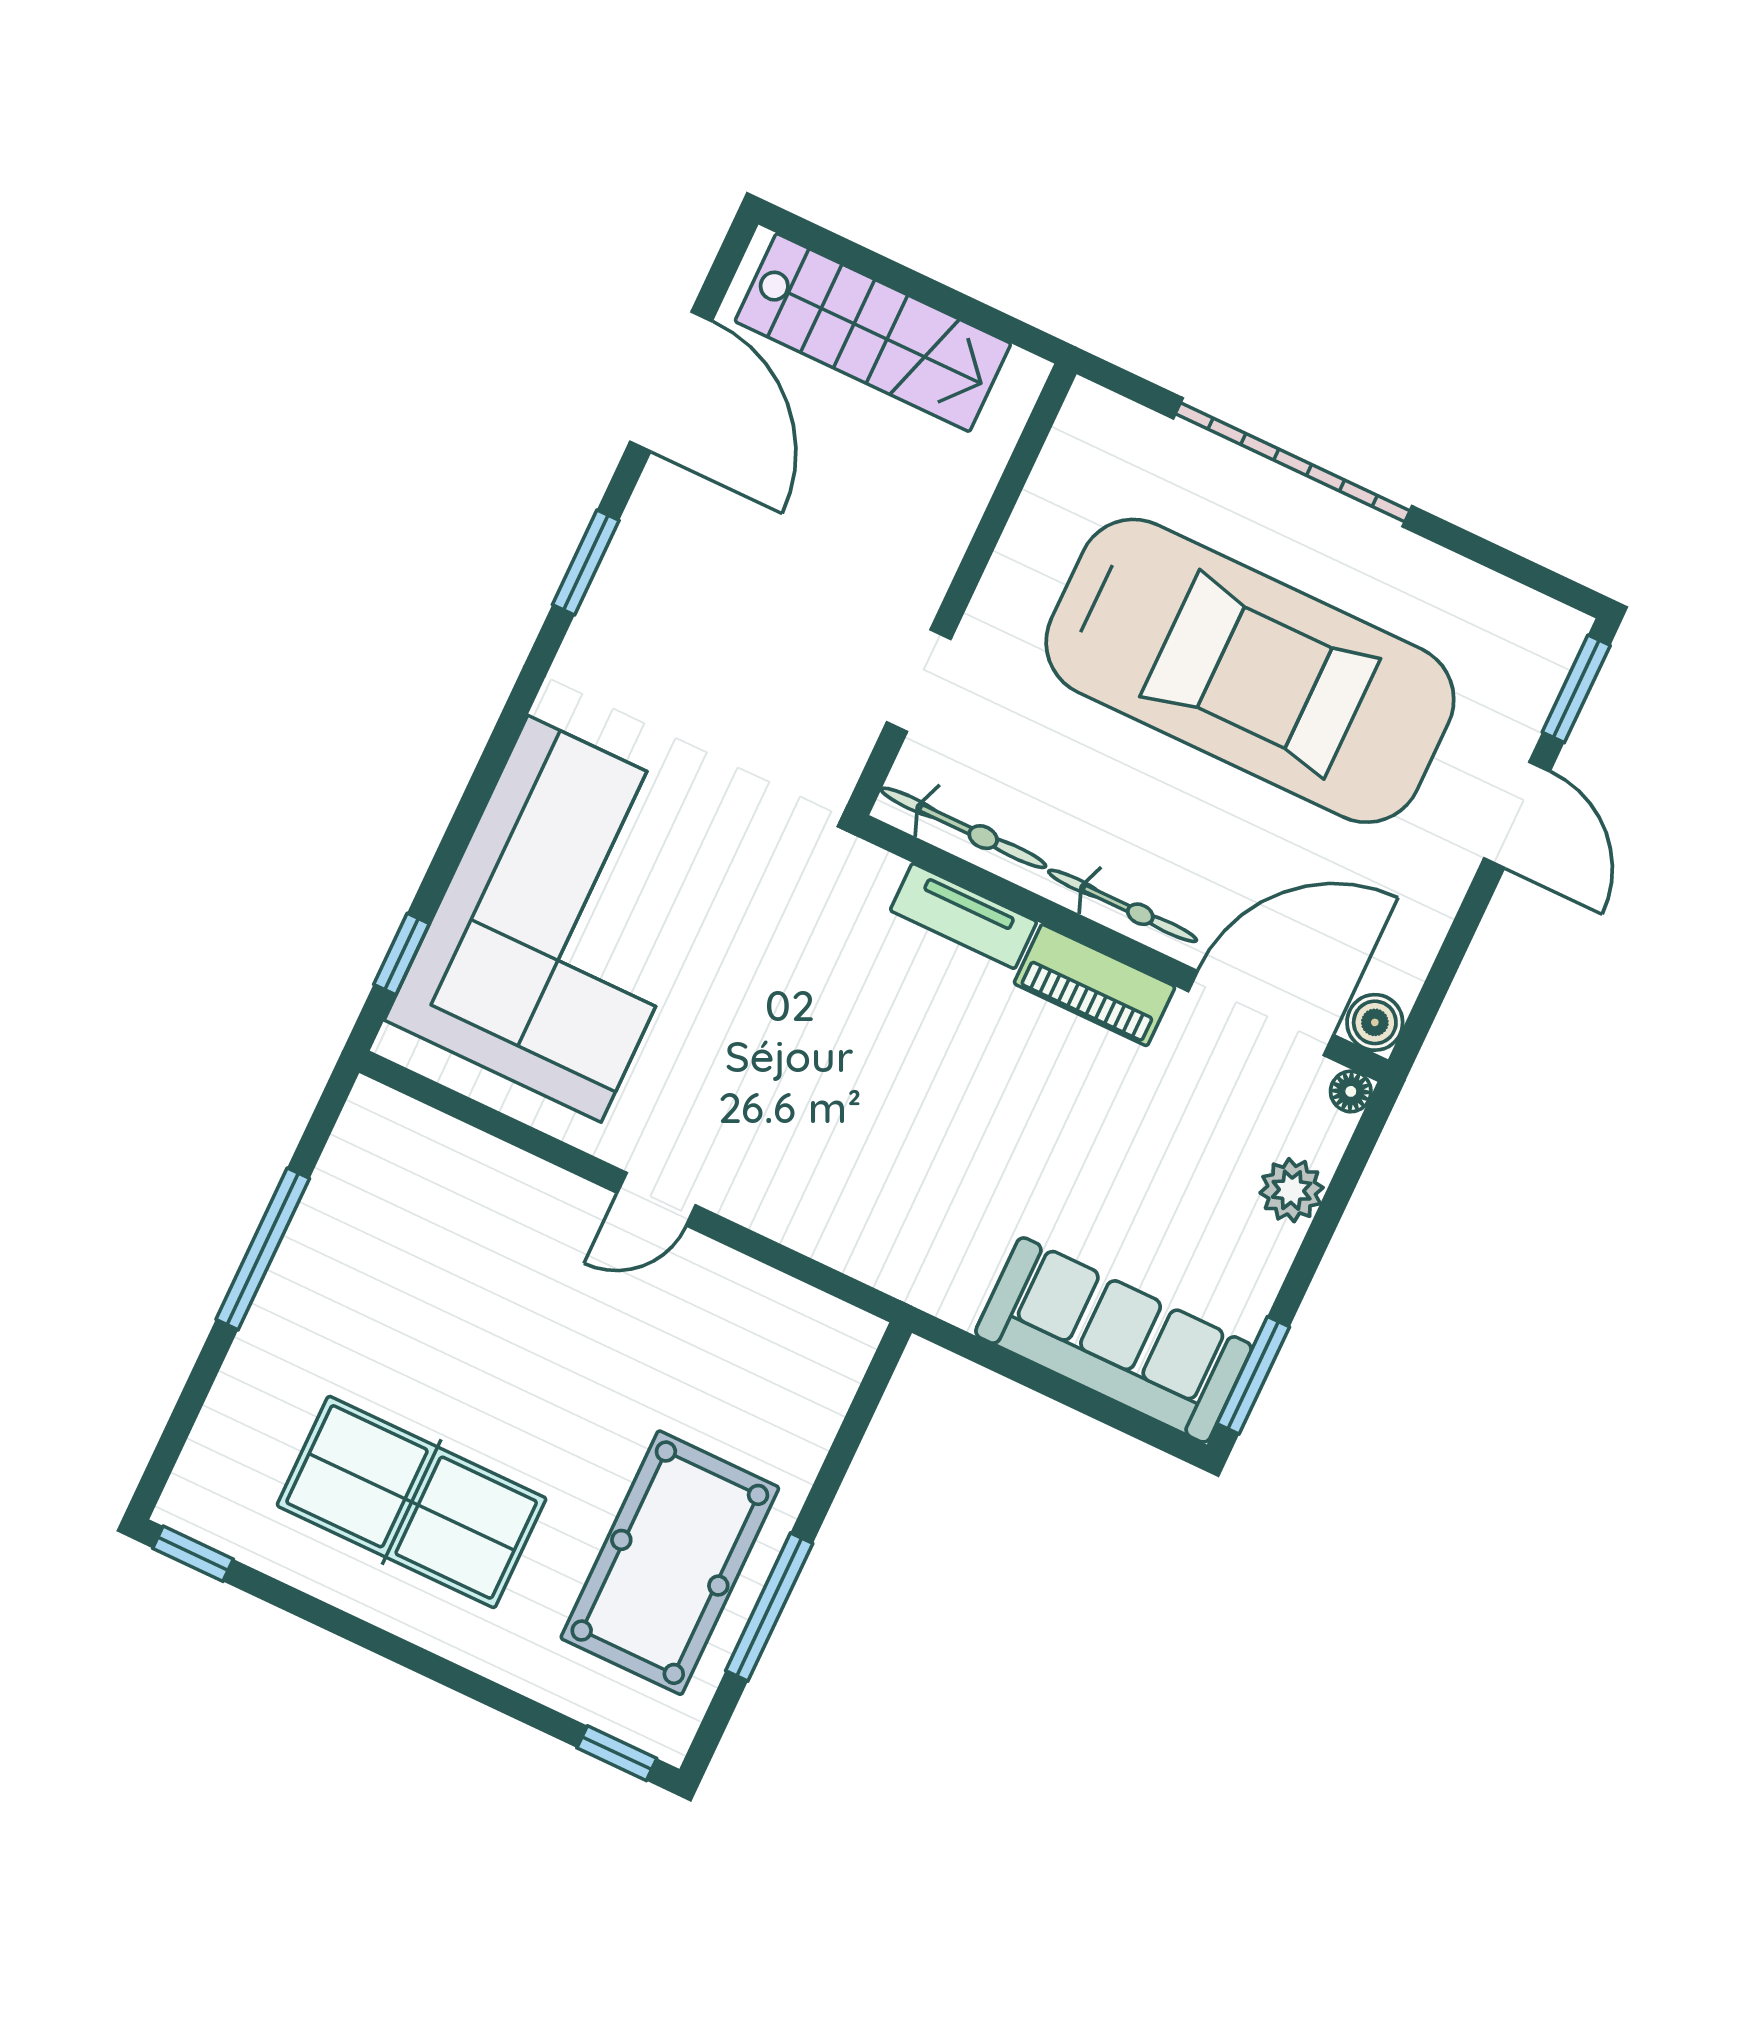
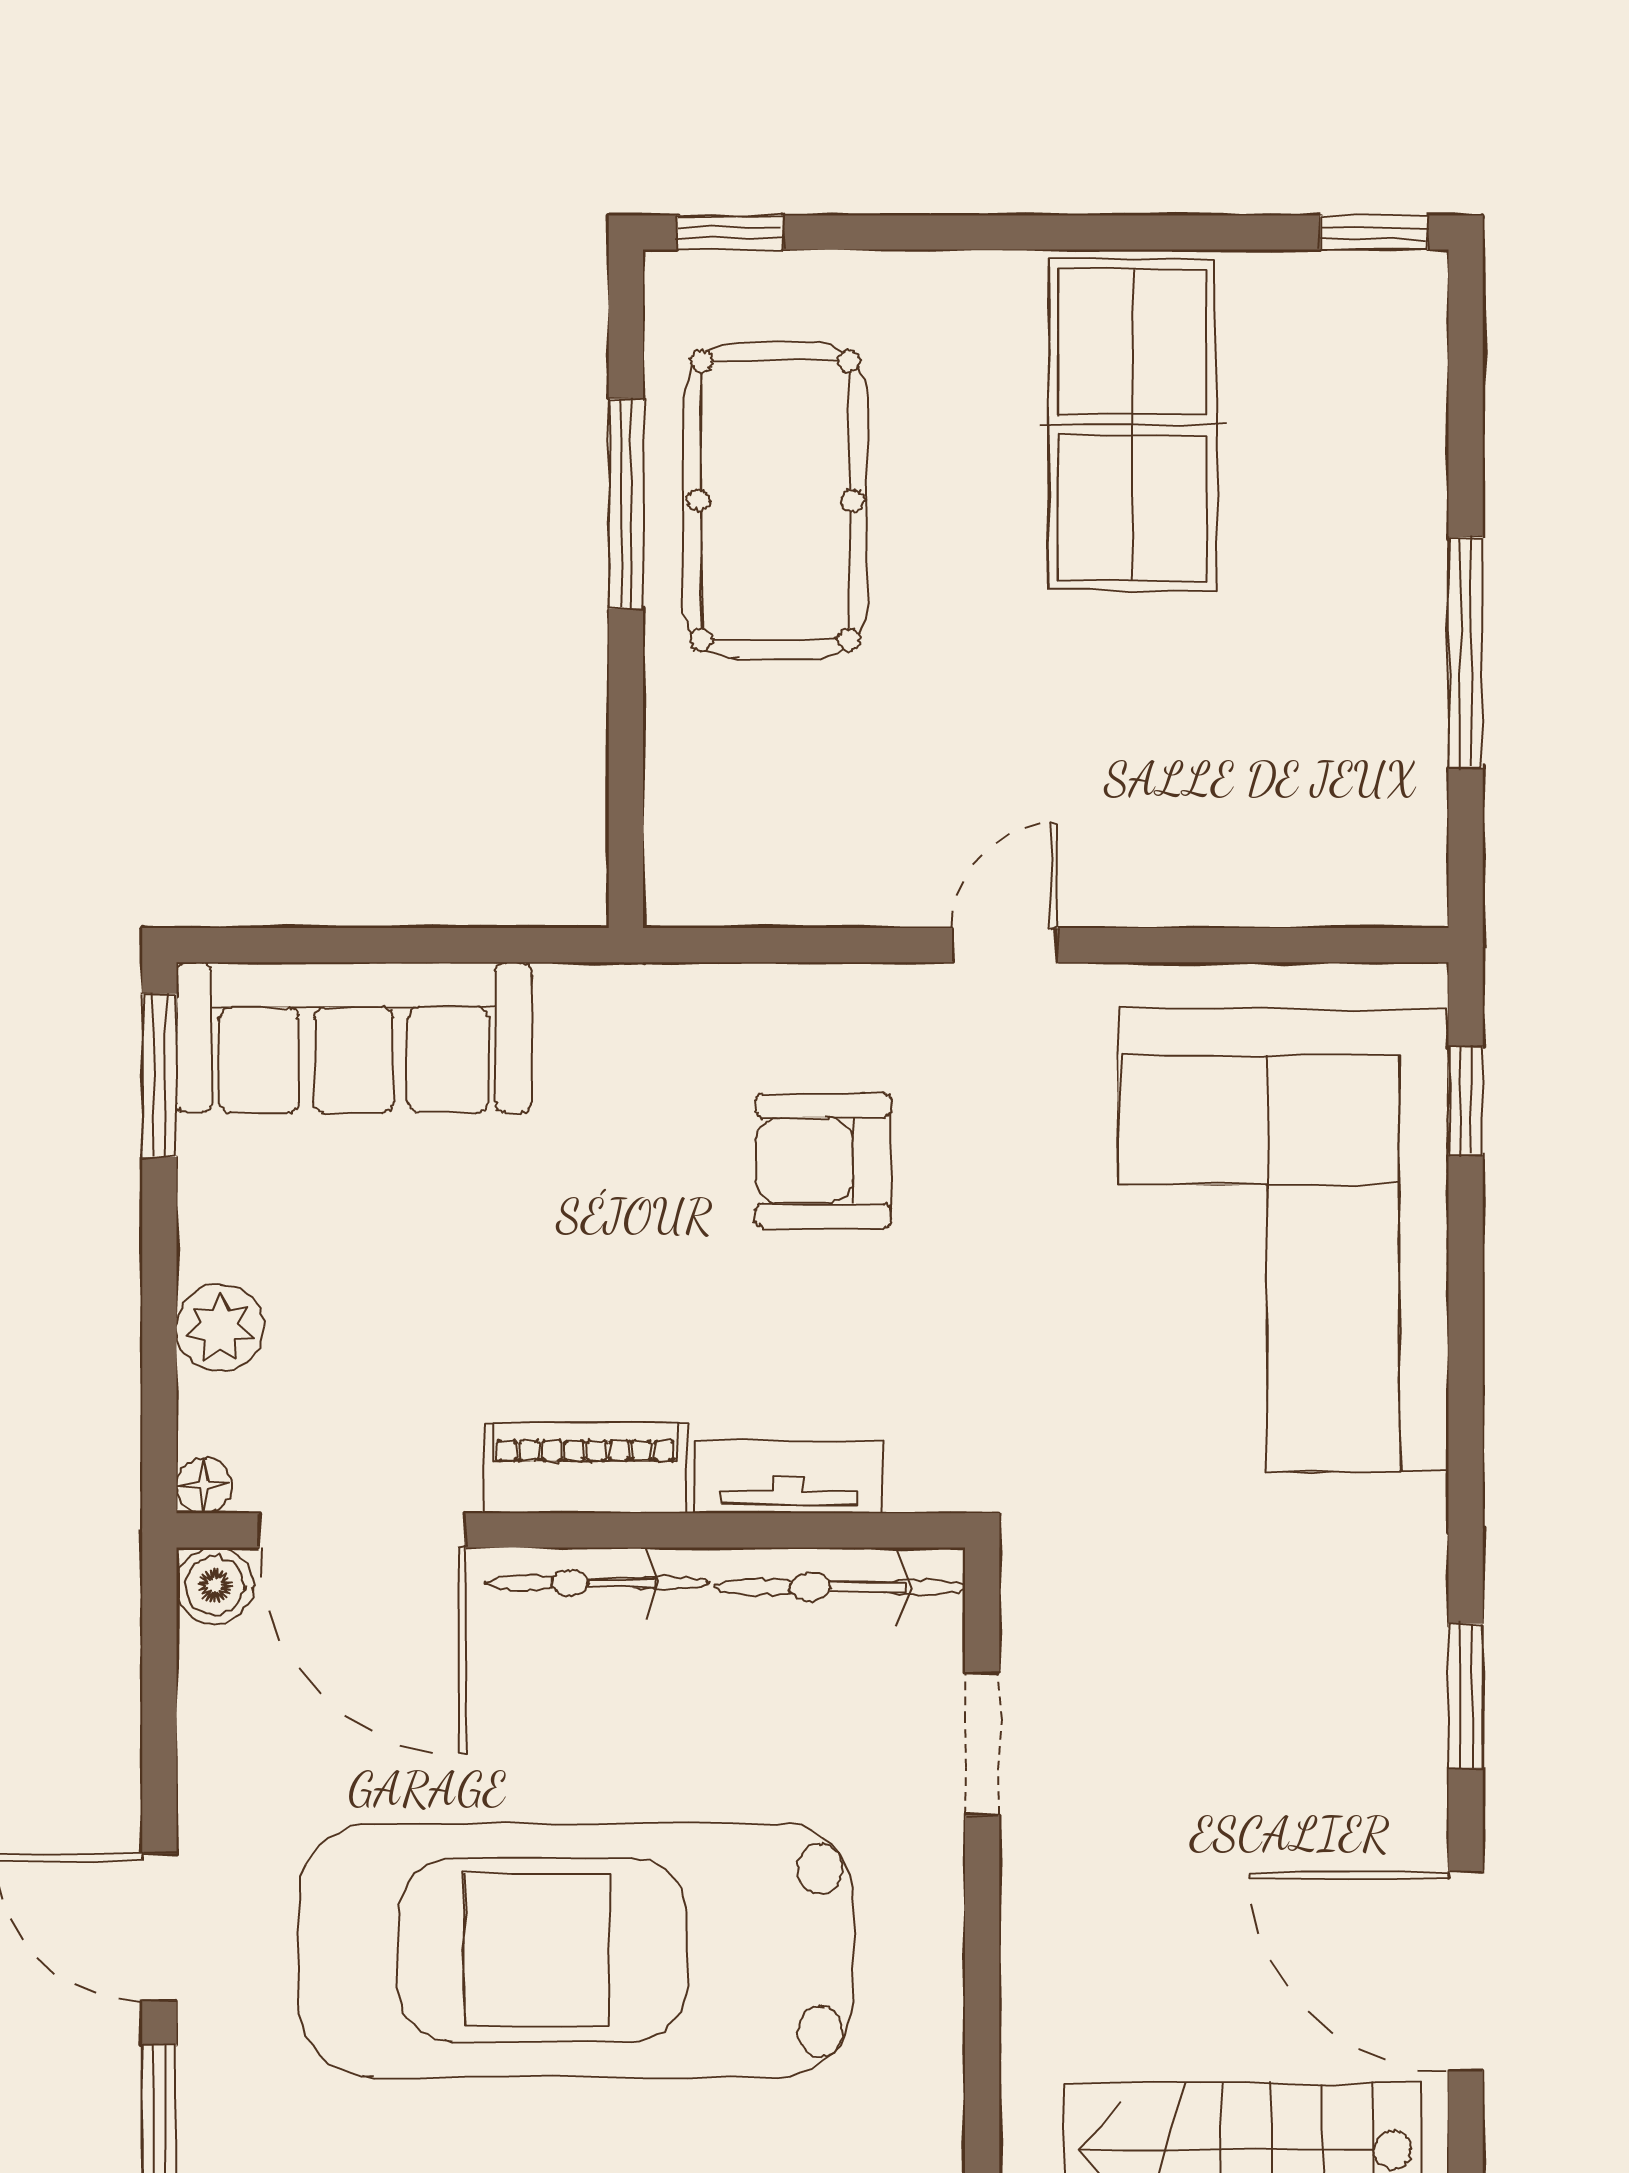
door: (1261, 1013) -> (362, 1530), hinge flipped
armchair: (843, 1114) -> (823, 1161), added
table tennis table: (412, 1502) -> (1132, 425), turned 90

